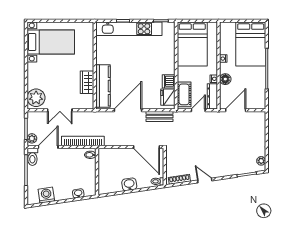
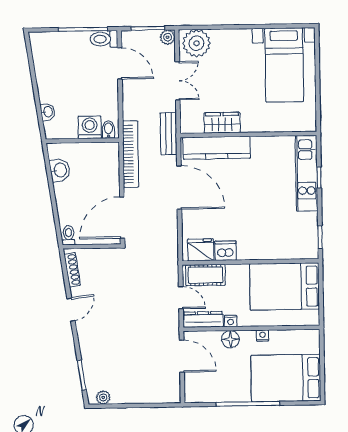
kitchen unit: (129, 29) -> (307, 173), width x0.73
double door: (60, 110) -> (178, 81), swing flipped
bench: (160, 117) -> (169, 134), moved
plant: (32, 138) -> (168, 37), moved
bookcase: (83, 141) -> (131, 154), moved
washbasin: (129, 184) -> (60, 170), moved
washing machine: (46, 195) -> (90, 127), moved, turned -82

